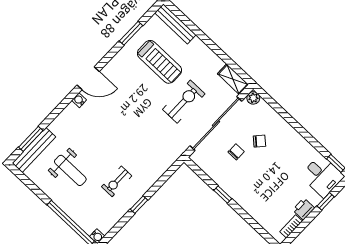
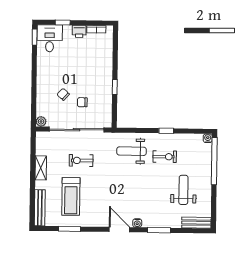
treadmill: (159, 62) -> (71, 196), turned 180
shelving: (233, 79) -> (41, 168), moved
exercise bike: (184, 102) -> (81, 160), width x0.73, depth x0.72
window: (31, 139) -> (159, 230), moved
bench: (34, 150) -> (196, 223), width x0.73
weight bench: (150, 156) -> (132, 151), added

